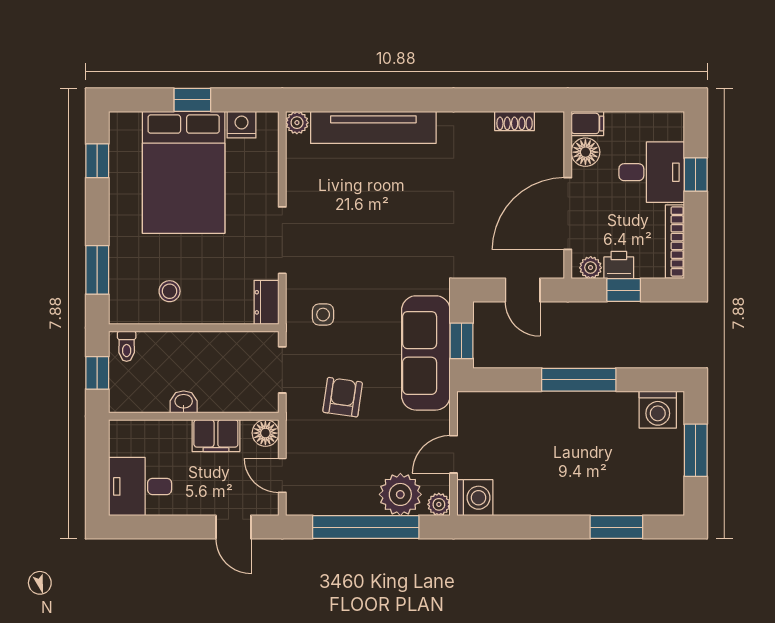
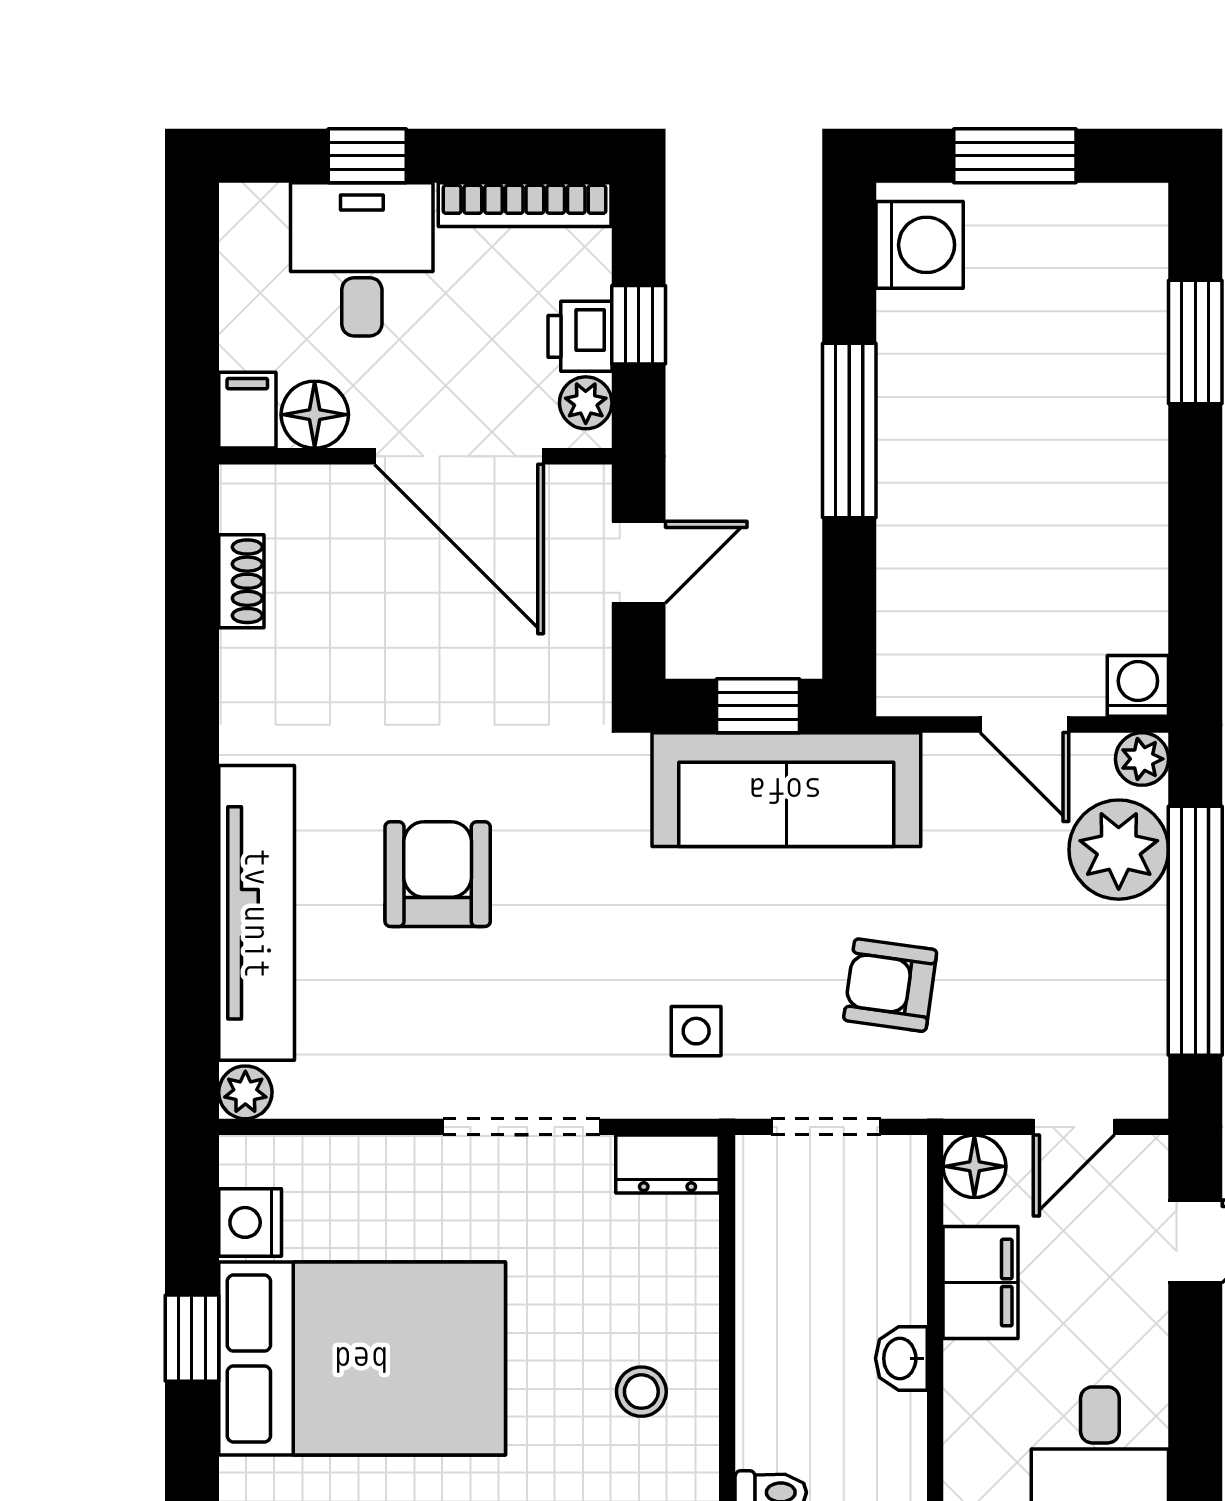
armchair: (390, 204) -> (438, 874), added
washing machine: (475, 498) -> (1138, 686), width x0.73, depth x0.73

